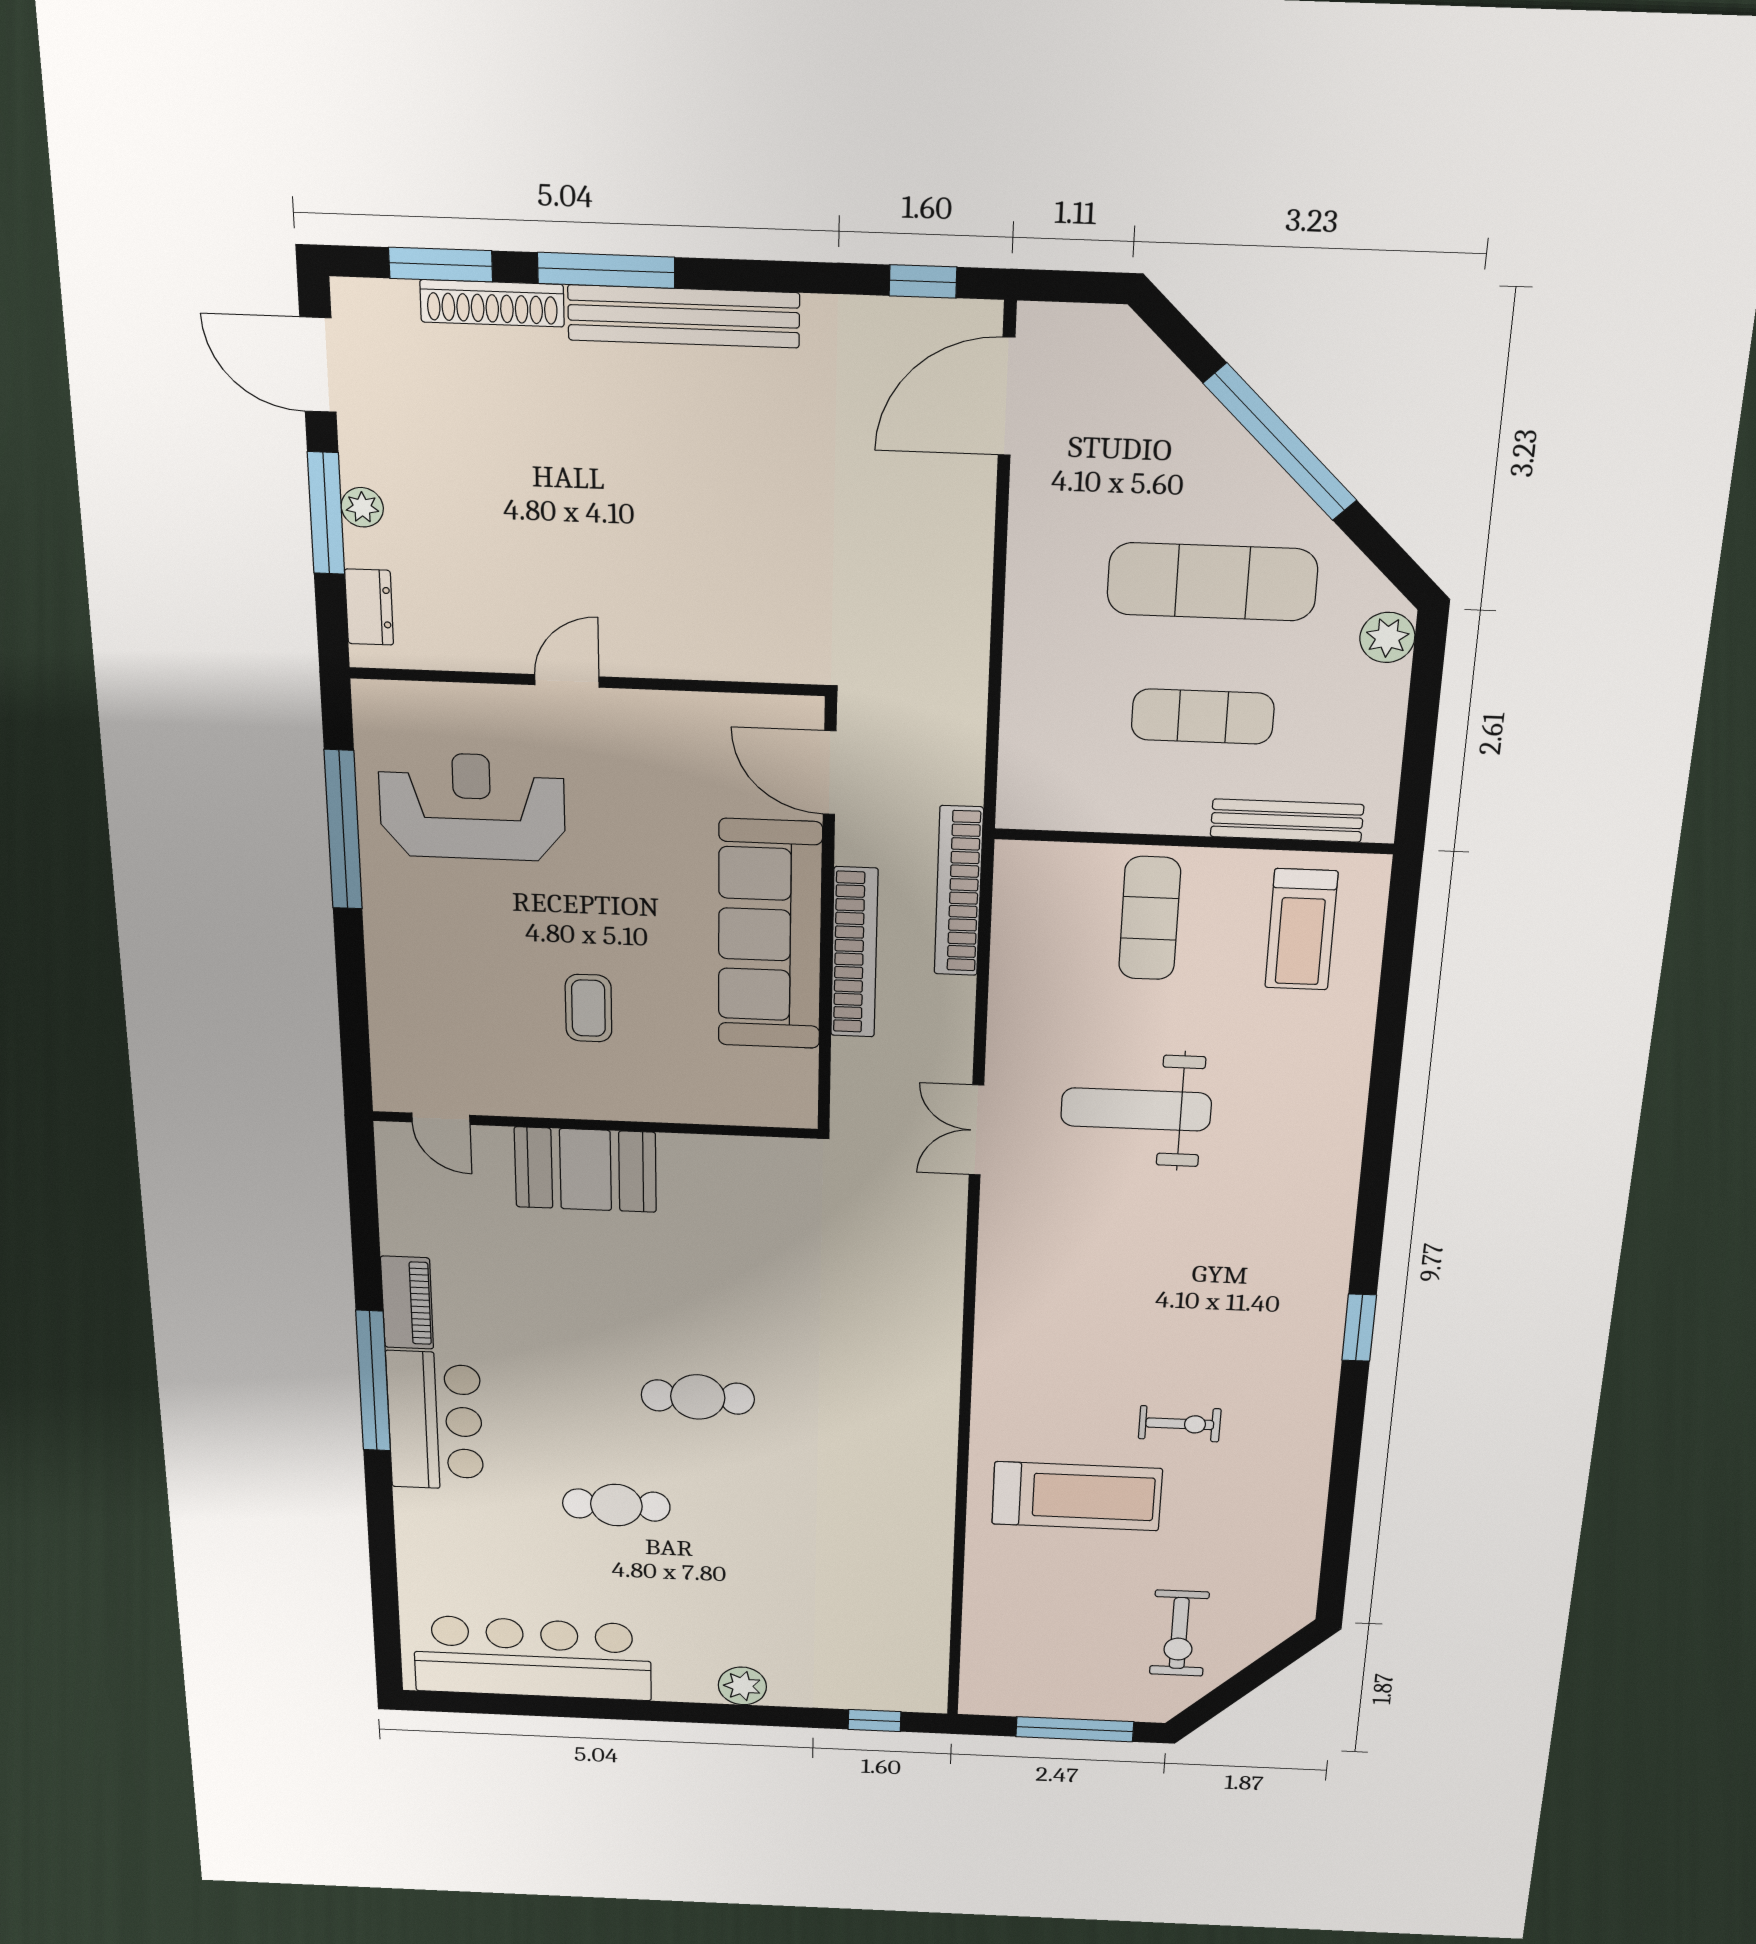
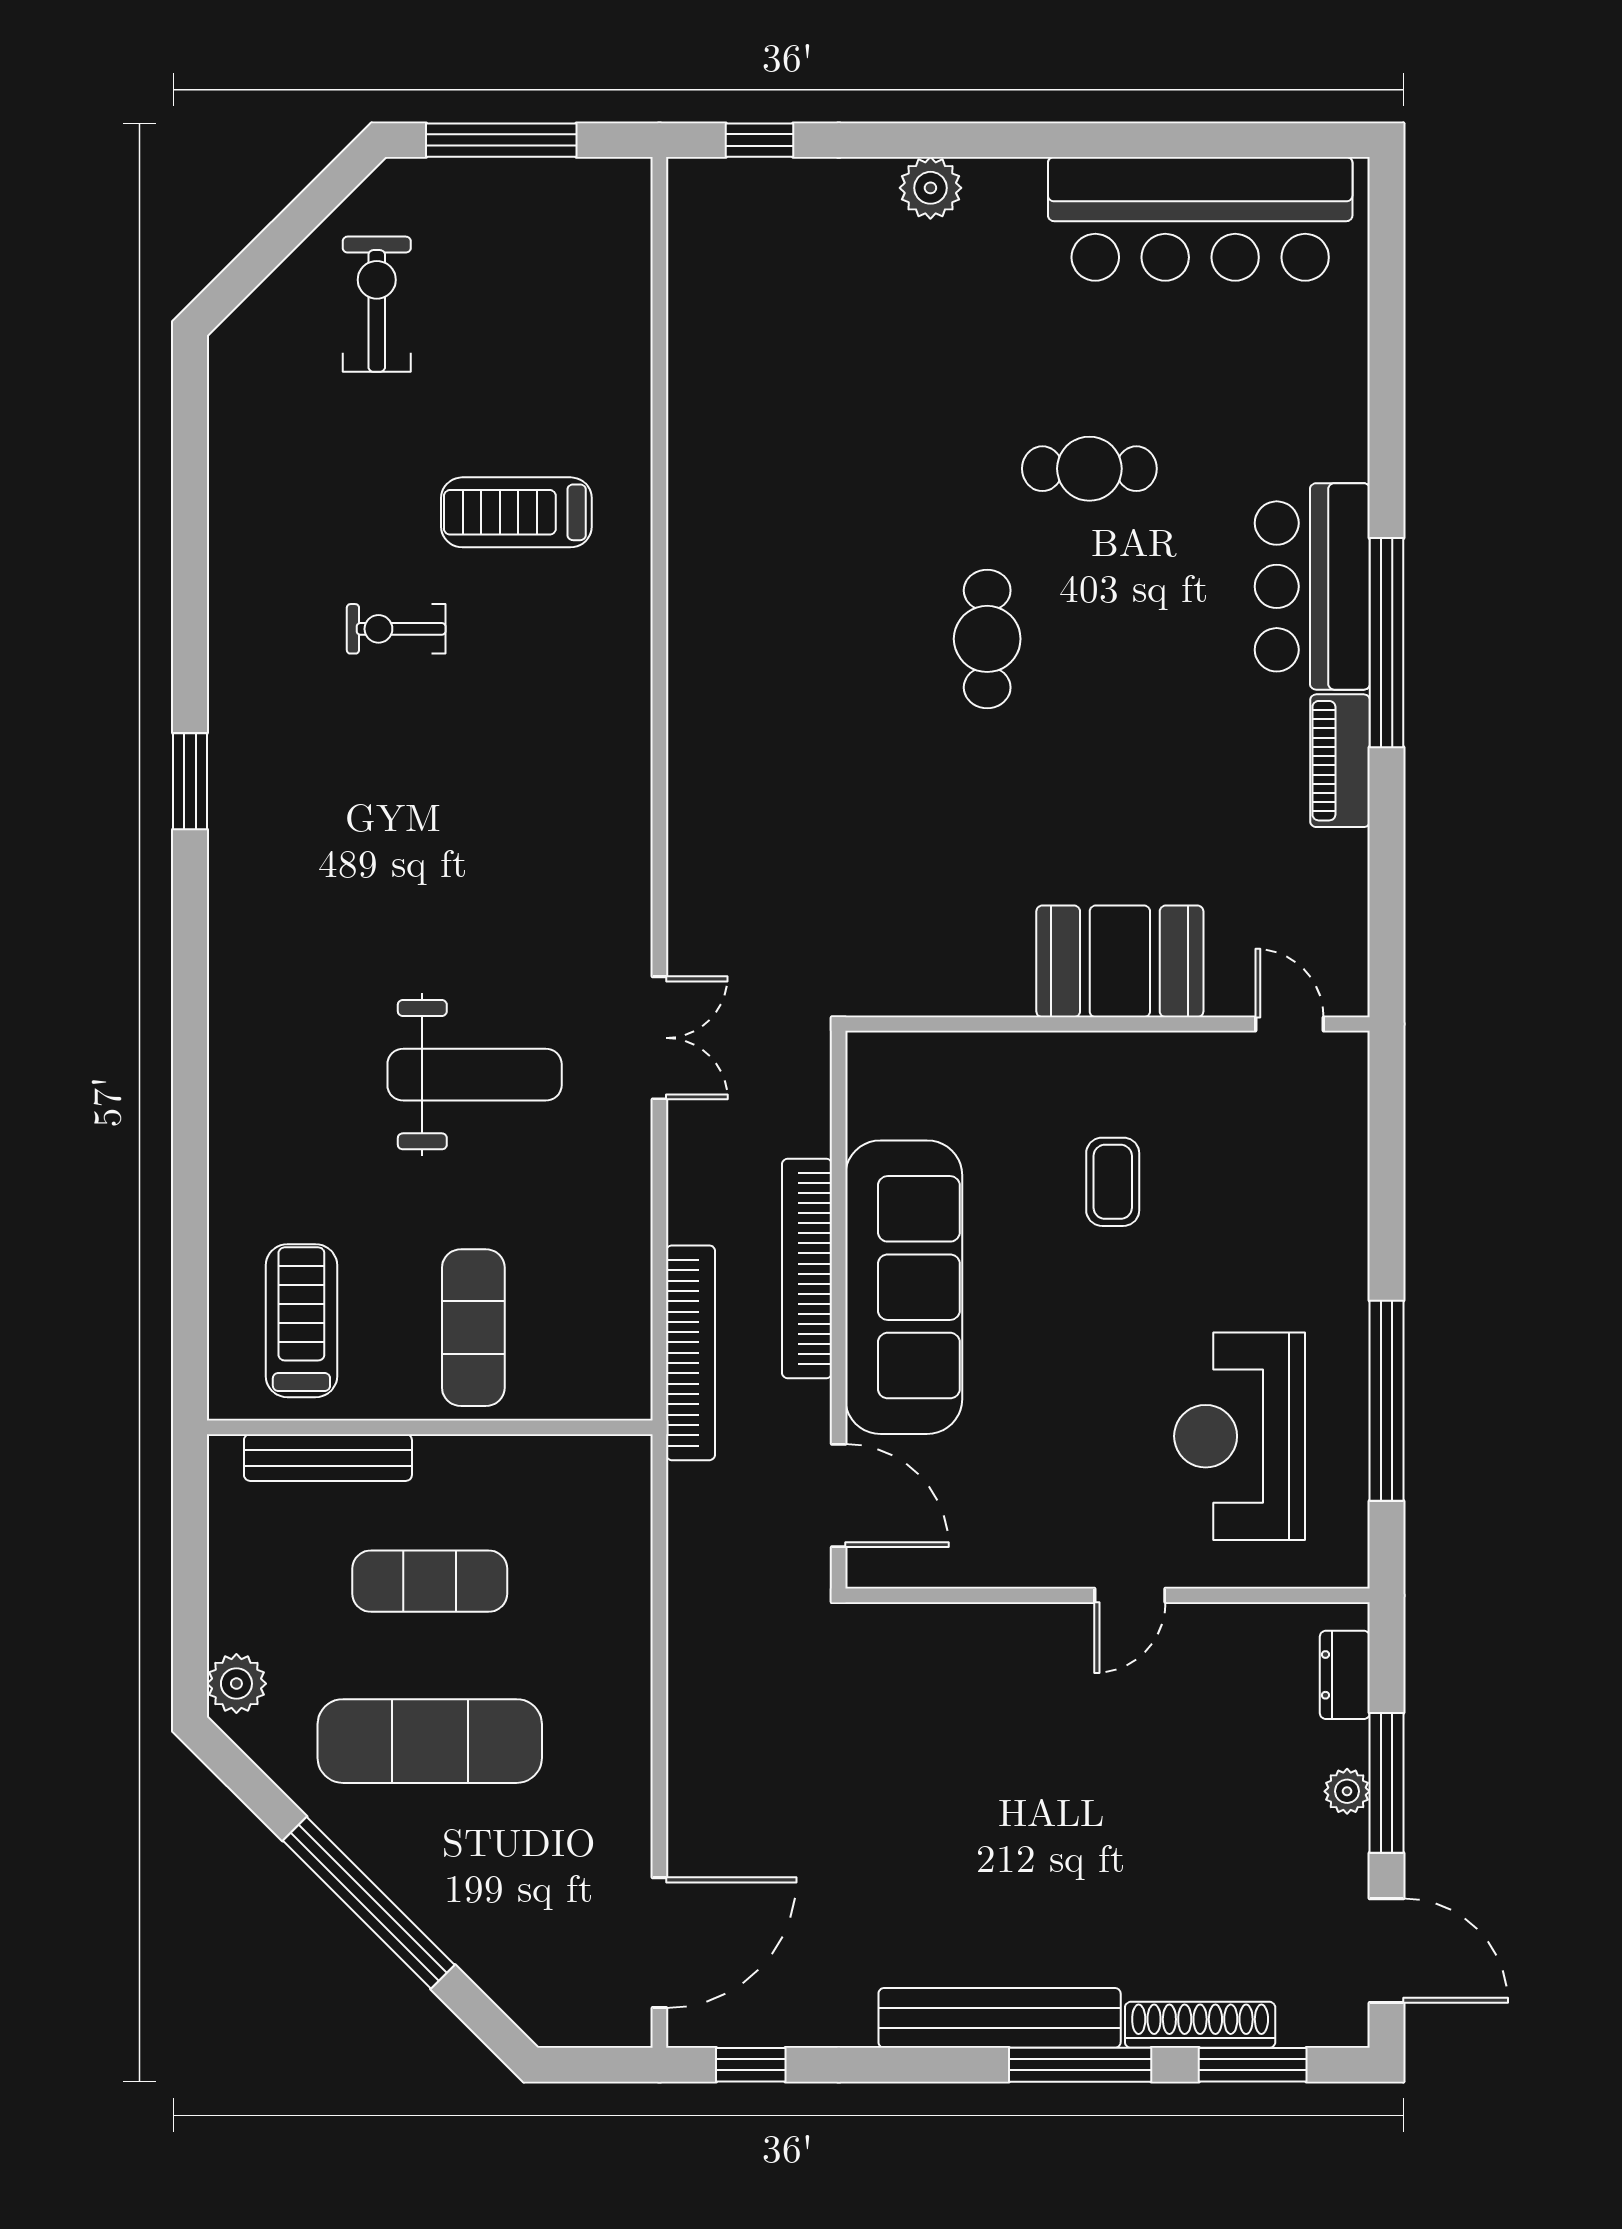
reception desk: (472, 807) -> (1240, 1436), turned 90
cafe table: (698, 1397) -> (987, 639), turned 90
treadmill: (1077, 1496) -> (516, 512), width x0.73, depth x0.73

